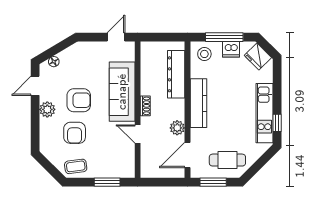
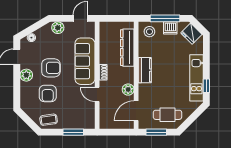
plant: (87, 49) -> (58, 28), added
kitchen counter: (198, 103) -> (145, 70), width x0.67

